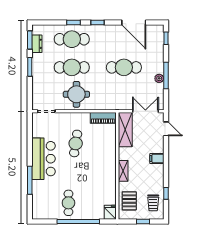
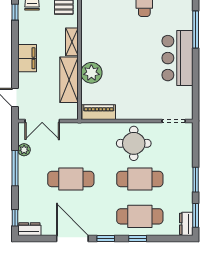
door: (134, 23) -> (72, 238), moved
dresser: (155, 30) -> (29, 229), added
dresser: (37, 44) -> (186, 224), moved
plant: (159, 78) -> (24, 150), moved
shelving: (125, 130) -> (69, 80), moved
cafe table: (76, 143) -> (135, 78), removed
plant: (108, 148) -> (91, 73), added
filing cabinet: (157, 159) -> (27, 58), width x2.00

